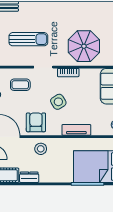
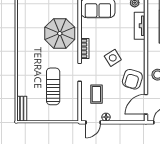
armchair: (36, 122) -> (132, 79), turned -73
tv unit: (76, 130) -> (140, 26), moved

